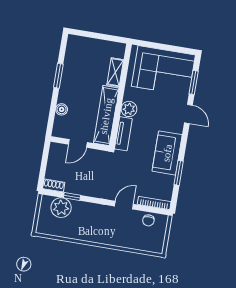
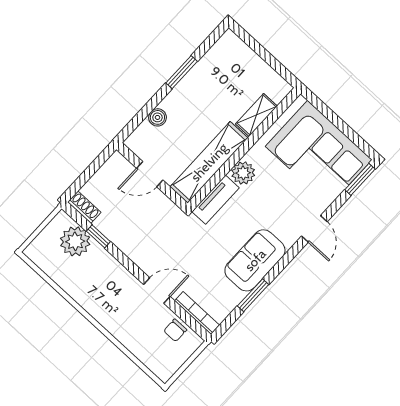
window: (194, 83) -> (360, 179), moved

